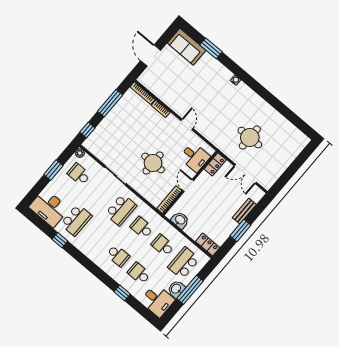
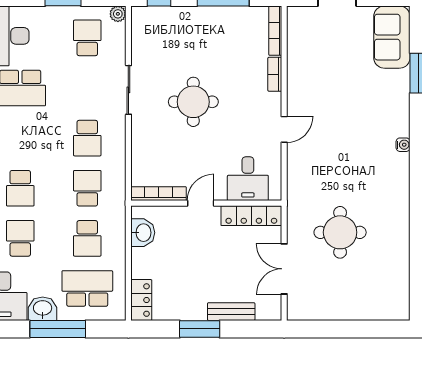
round table: (153, 163) -> (193, 102), moved
locker: (215, 164) -> (251, 216), width x1.53
school desk: (121, 210) -> (87, 138), width x0.54
school desk: (163, 245) -> (87, 238), turned 180

